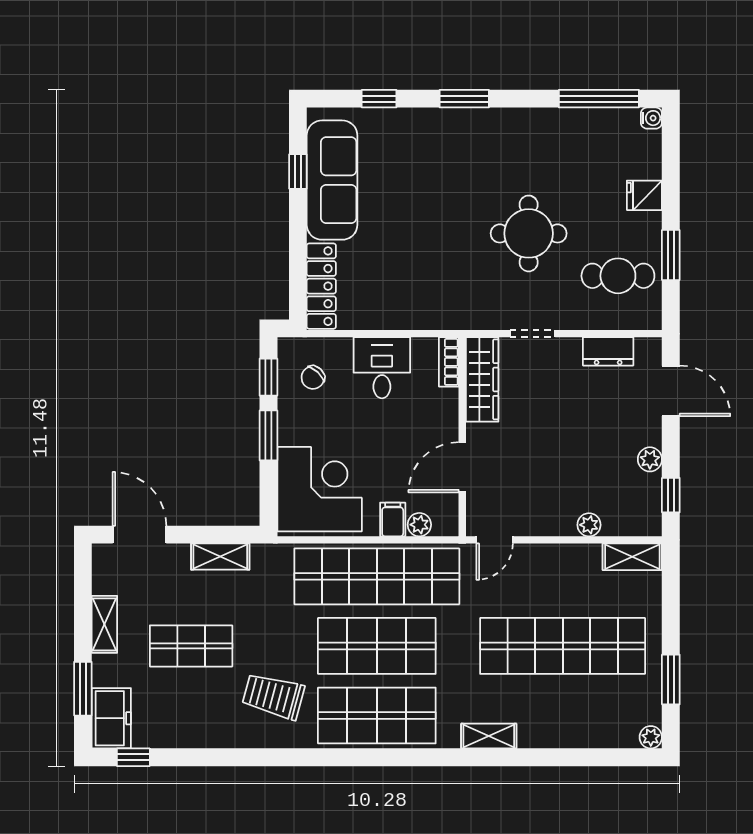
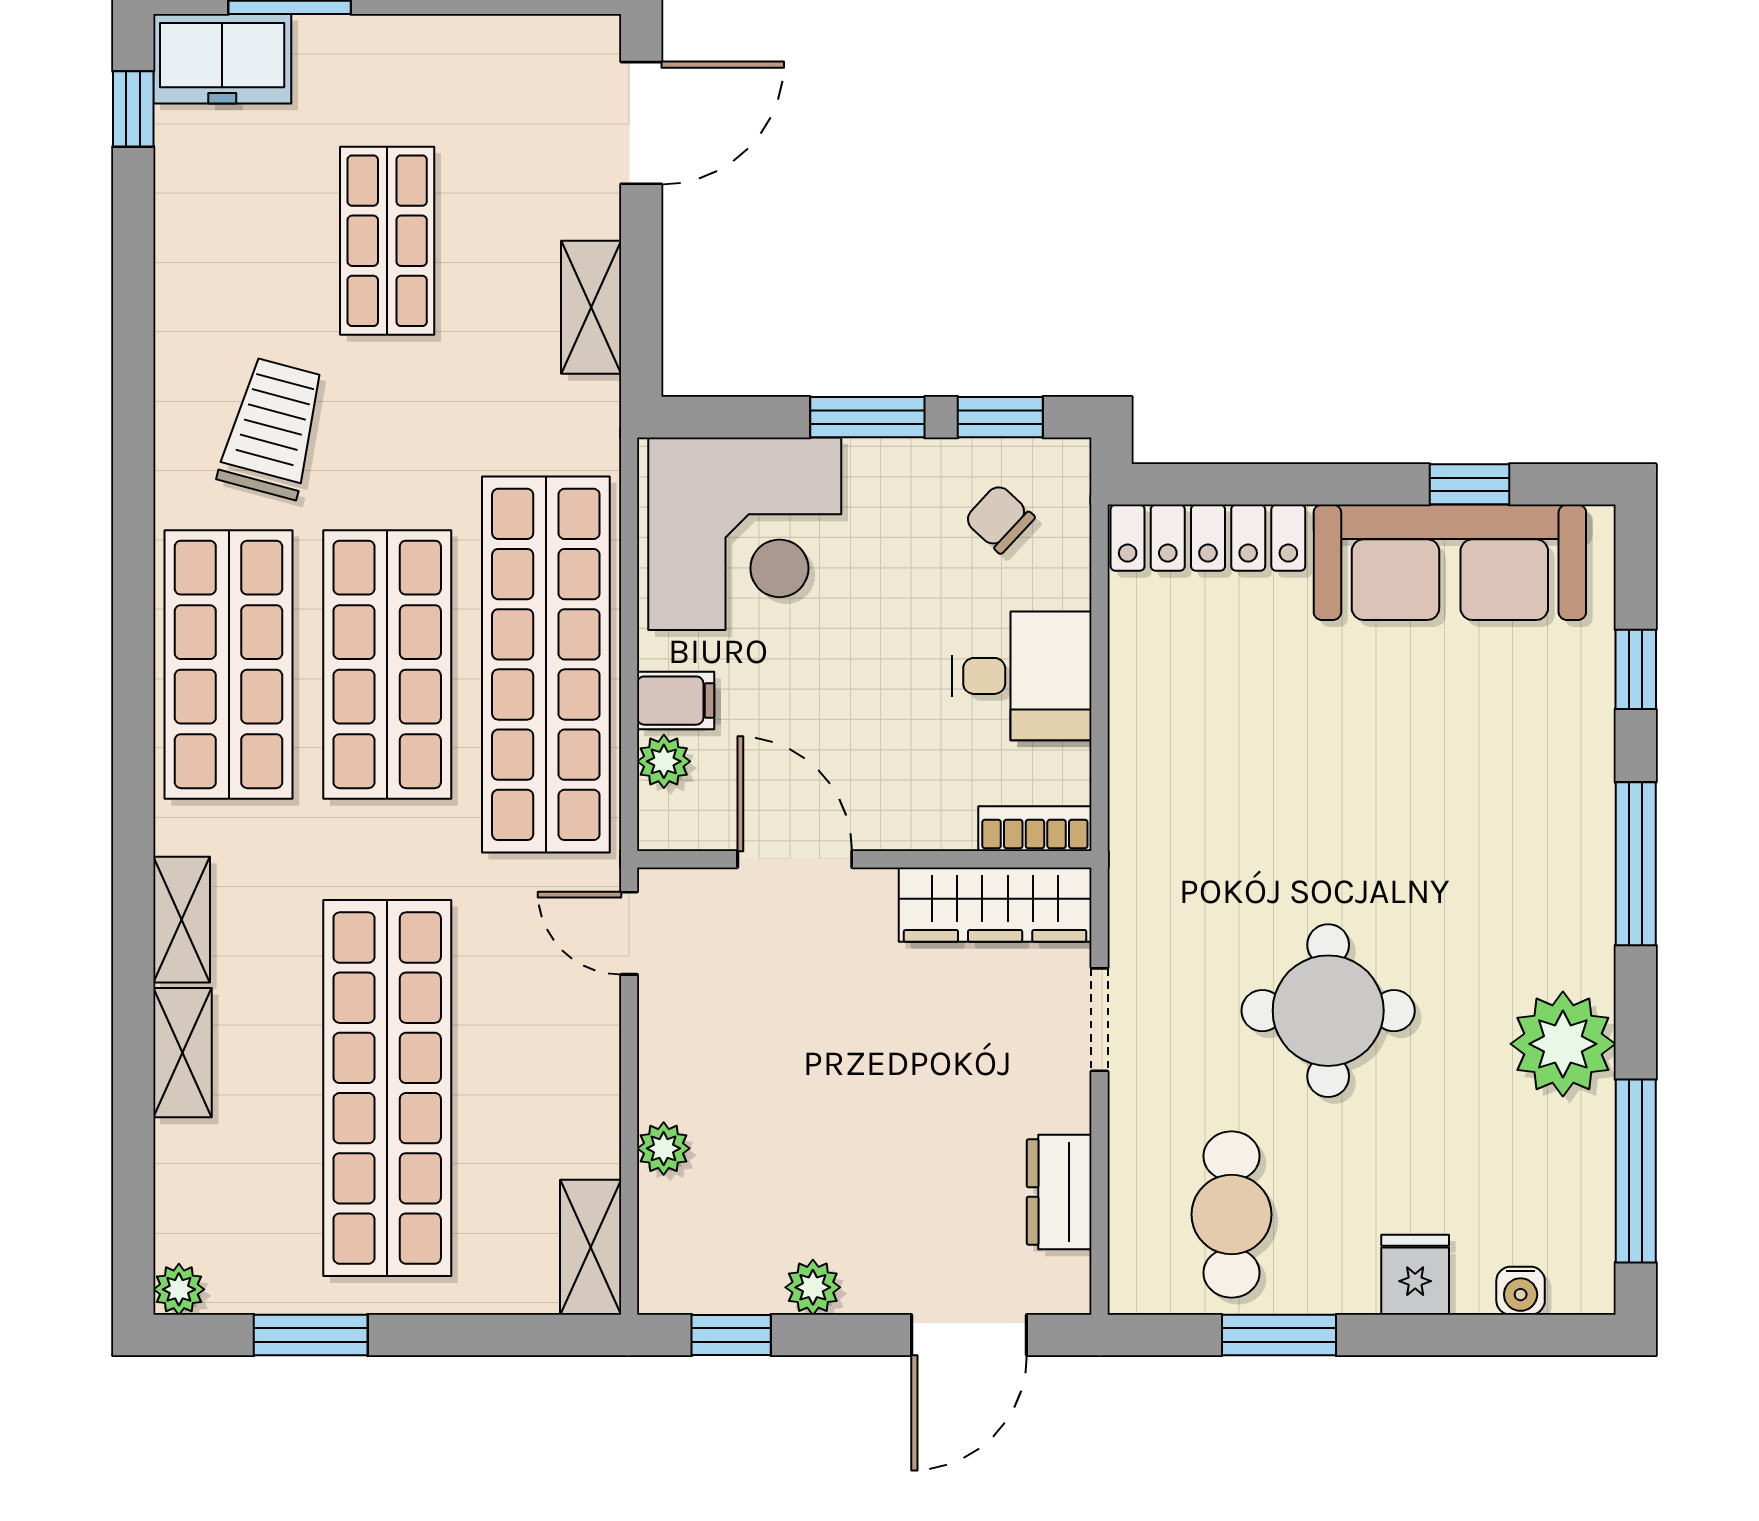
window: (464, 99) -> (1636, 864), width x1.44
water cooler: (651, 118) -> (1521, 1291), moved
plant: (543, 131) -> (1563, 1044), added
shelving: (104, 624) -> (182, 1053), moved, turned 90

